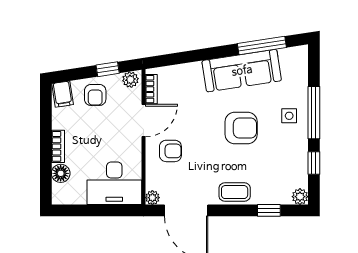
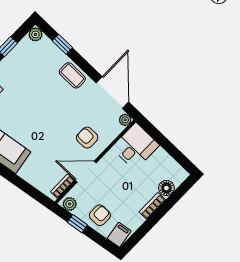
armchair: (241, 128) -> (31, 110), removed
desk: (114, 183) -> (135, 146), width x0.73

